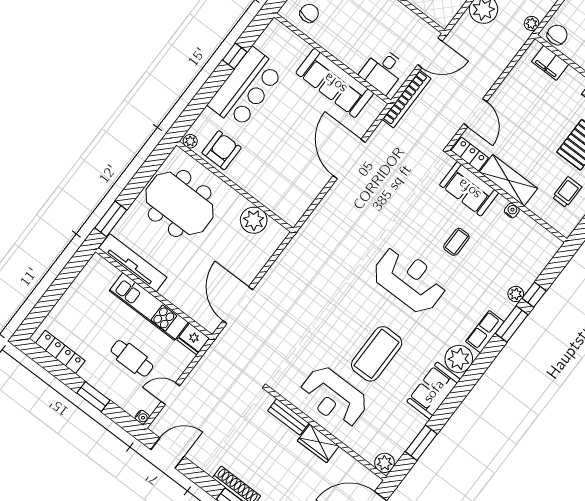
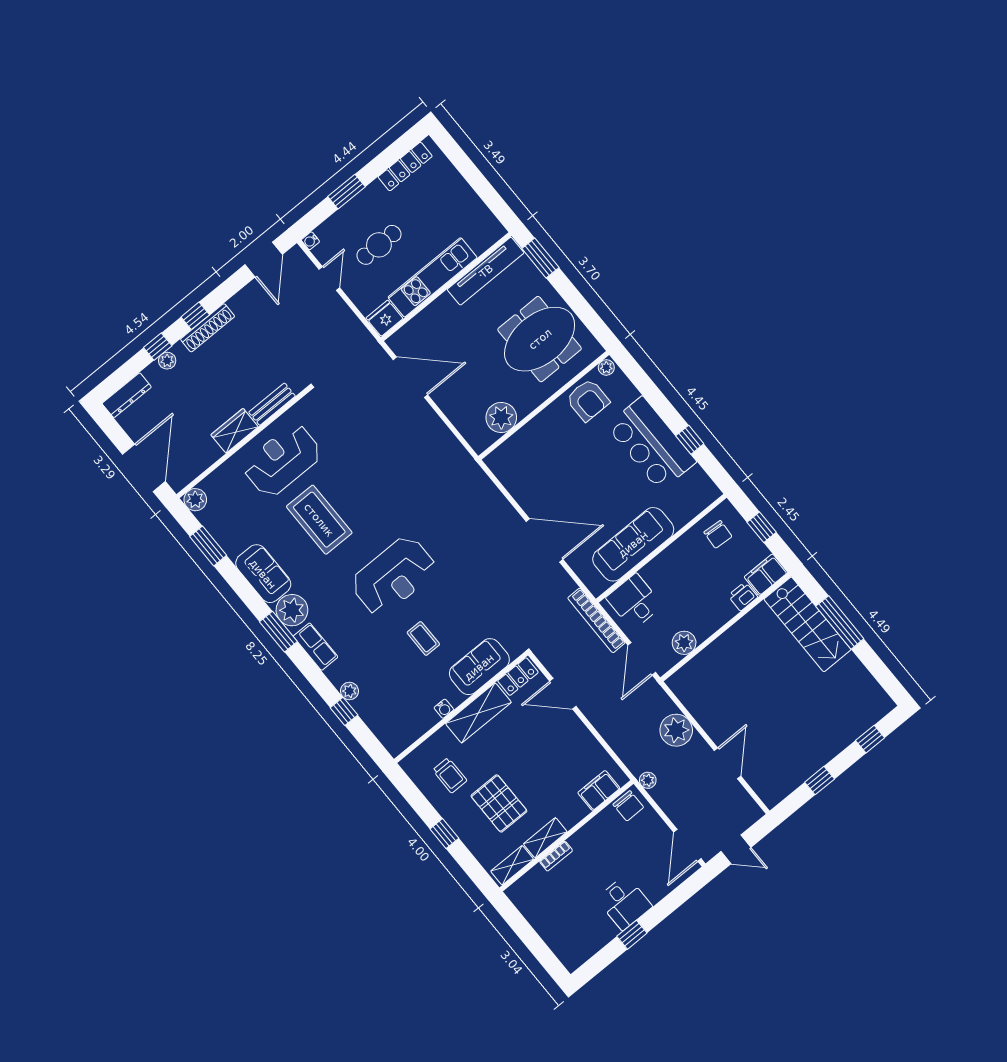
plant: (408, 20) -> (684, 643), added
window: (512, 324) -> (278, 632), moved

